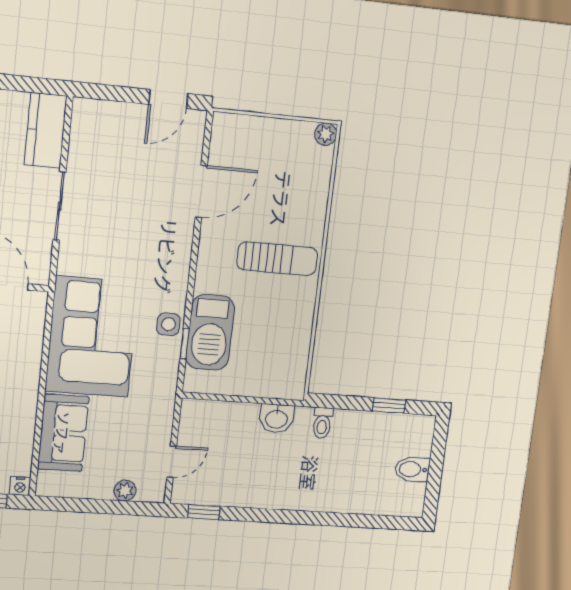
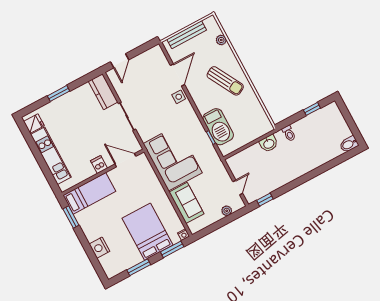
door: (168, 99) -> (120, 61), moved
bench: (267, 129) -> (187, 35), added
plant: (326, 134) -> (221, 40), moved
sun lounger: (277, 259) -> (225, 81), turned 61
side table: (168, 324) -> (179, 97), moved
bidet: (412, 469) -> (349, 144), moved

